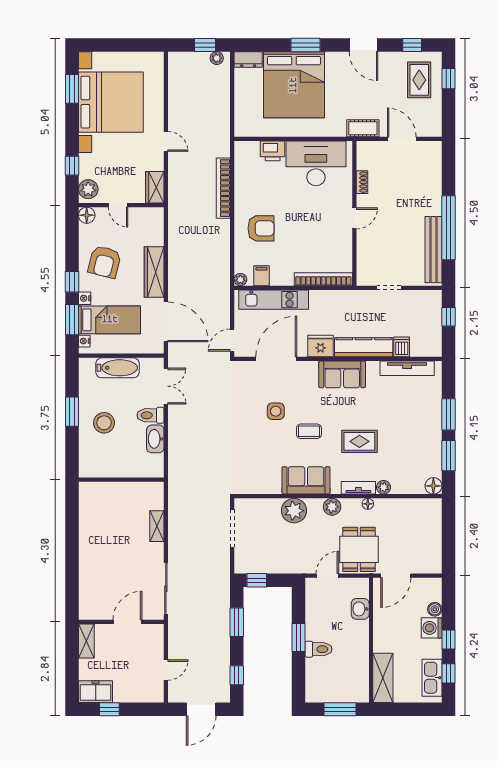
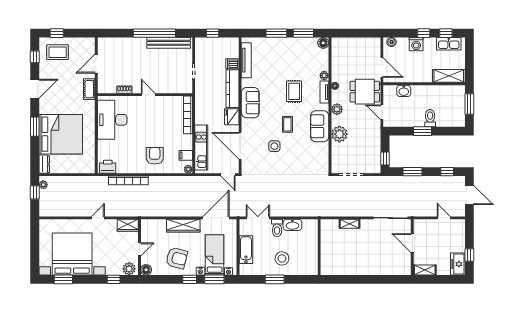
printer: (273, 151) -> (108, 167), moved, turned -90
boiler: (435, 609) -> (392, 42), moved

